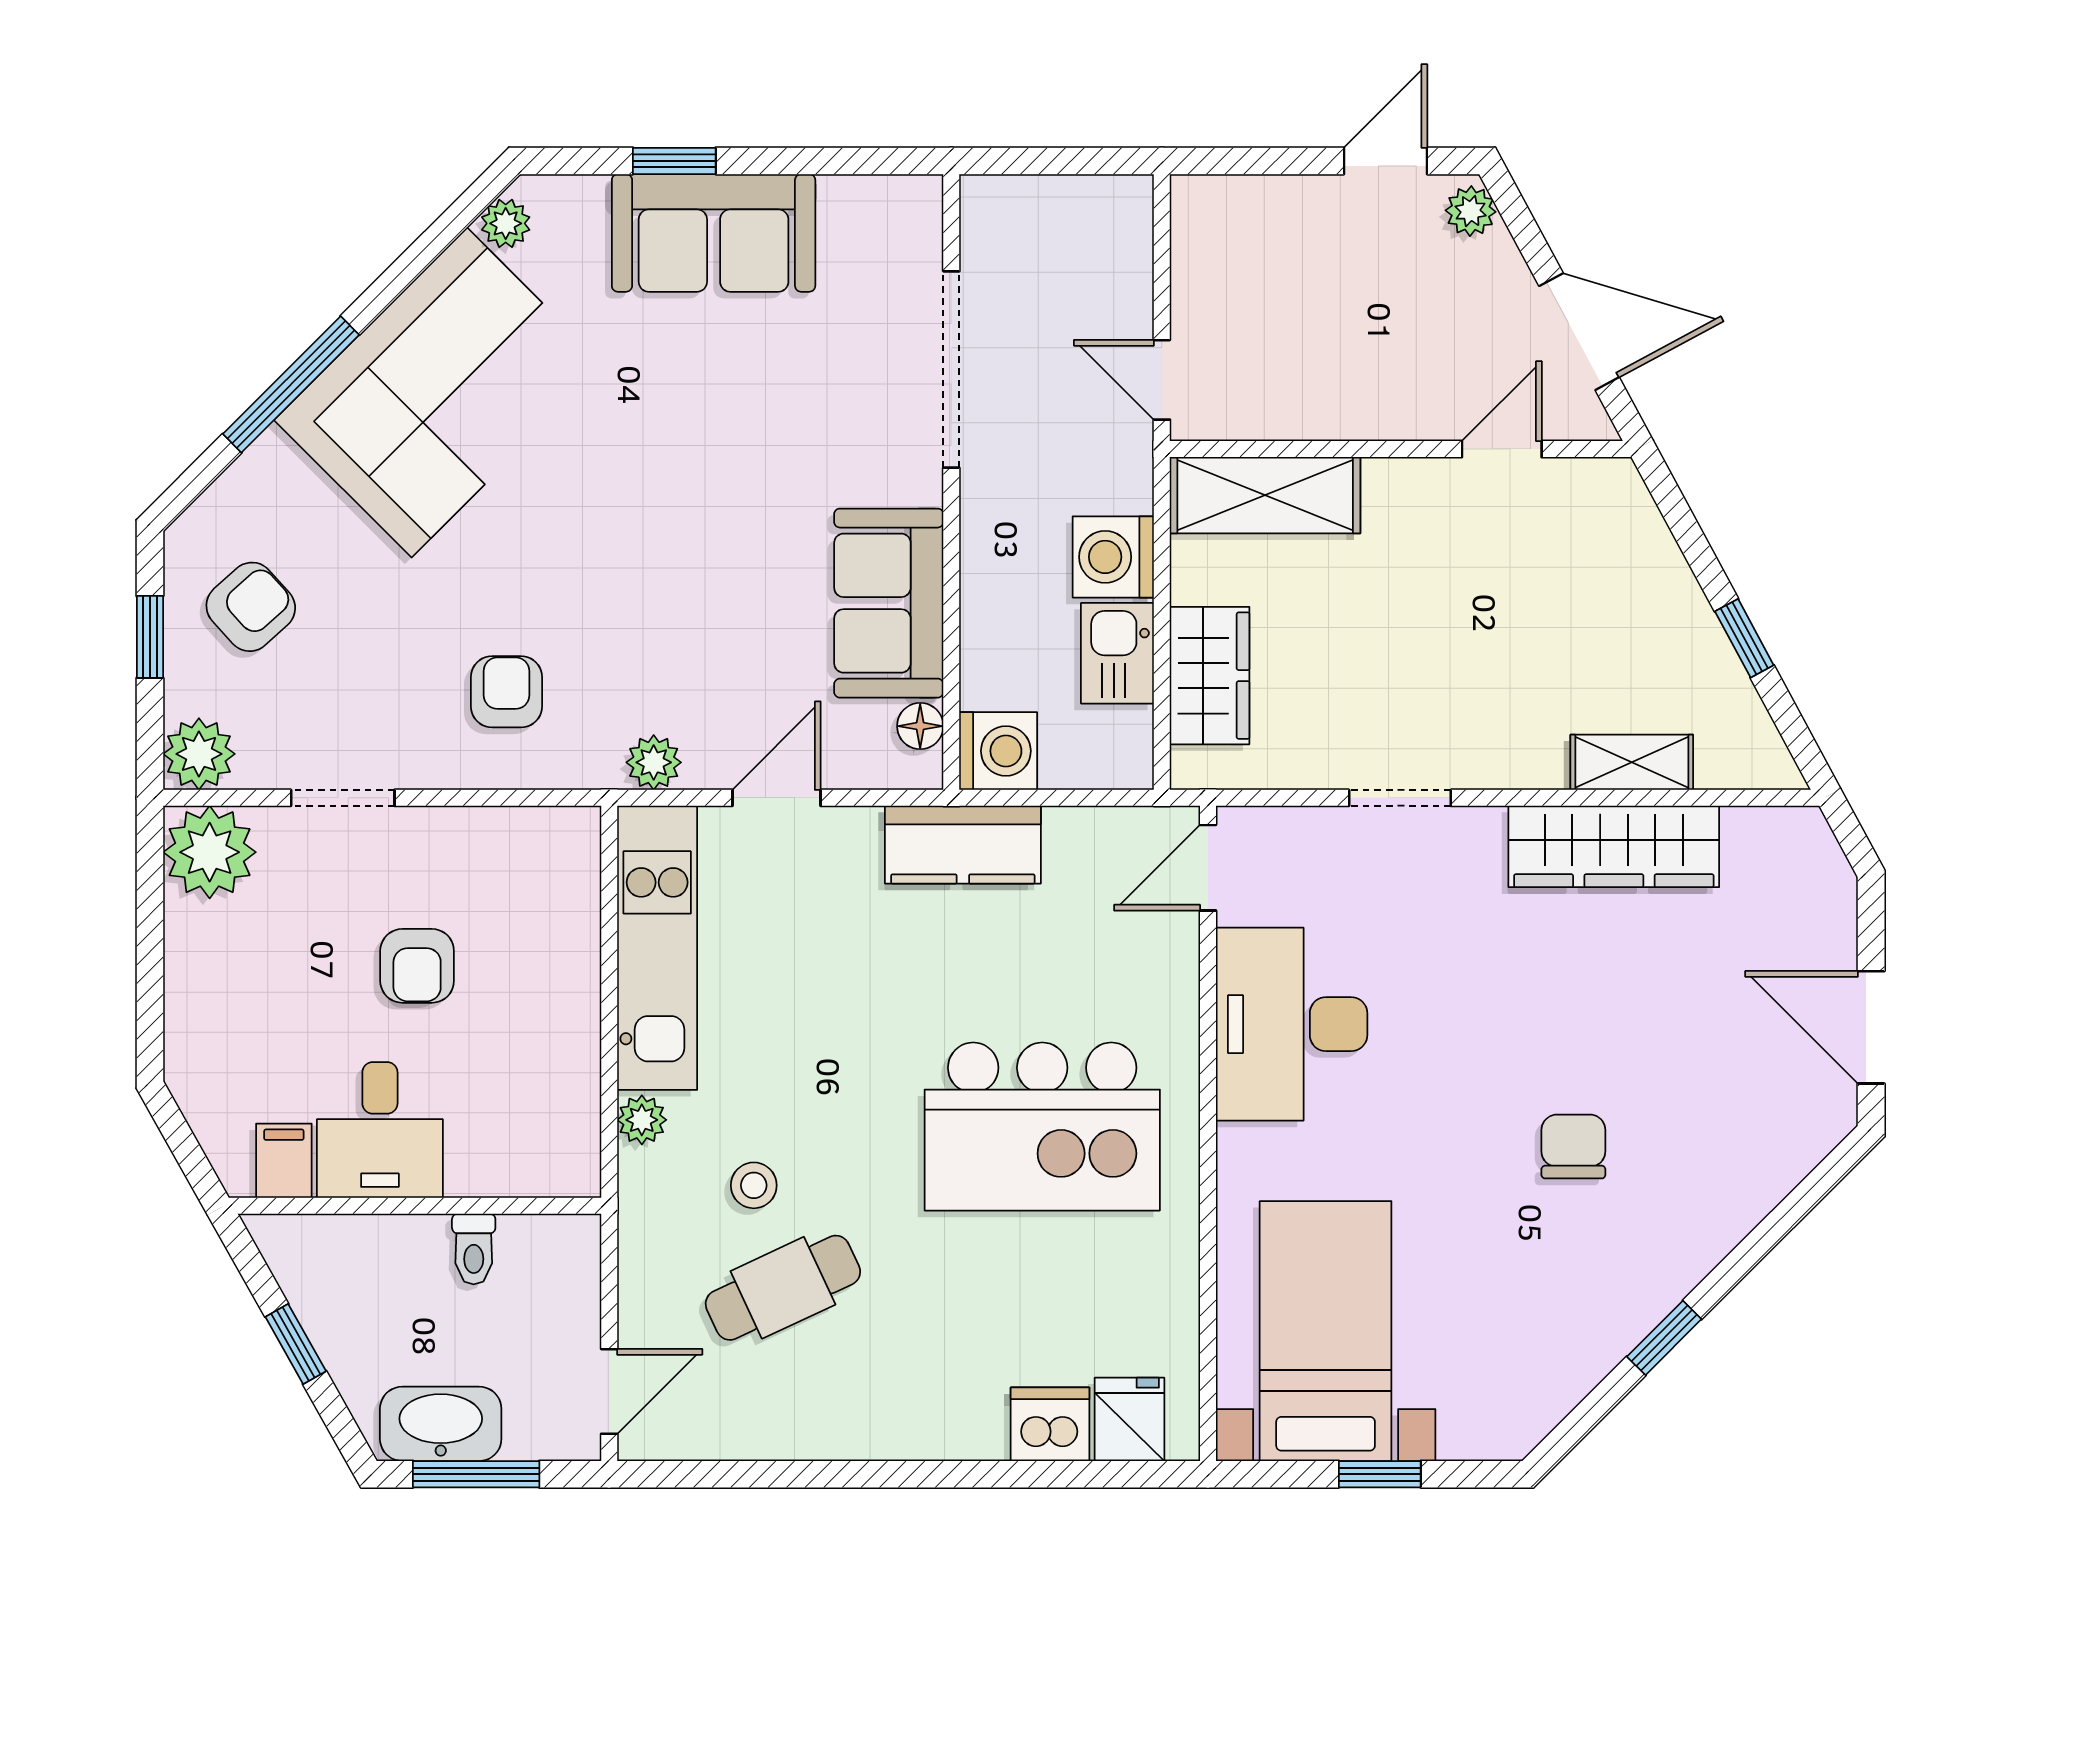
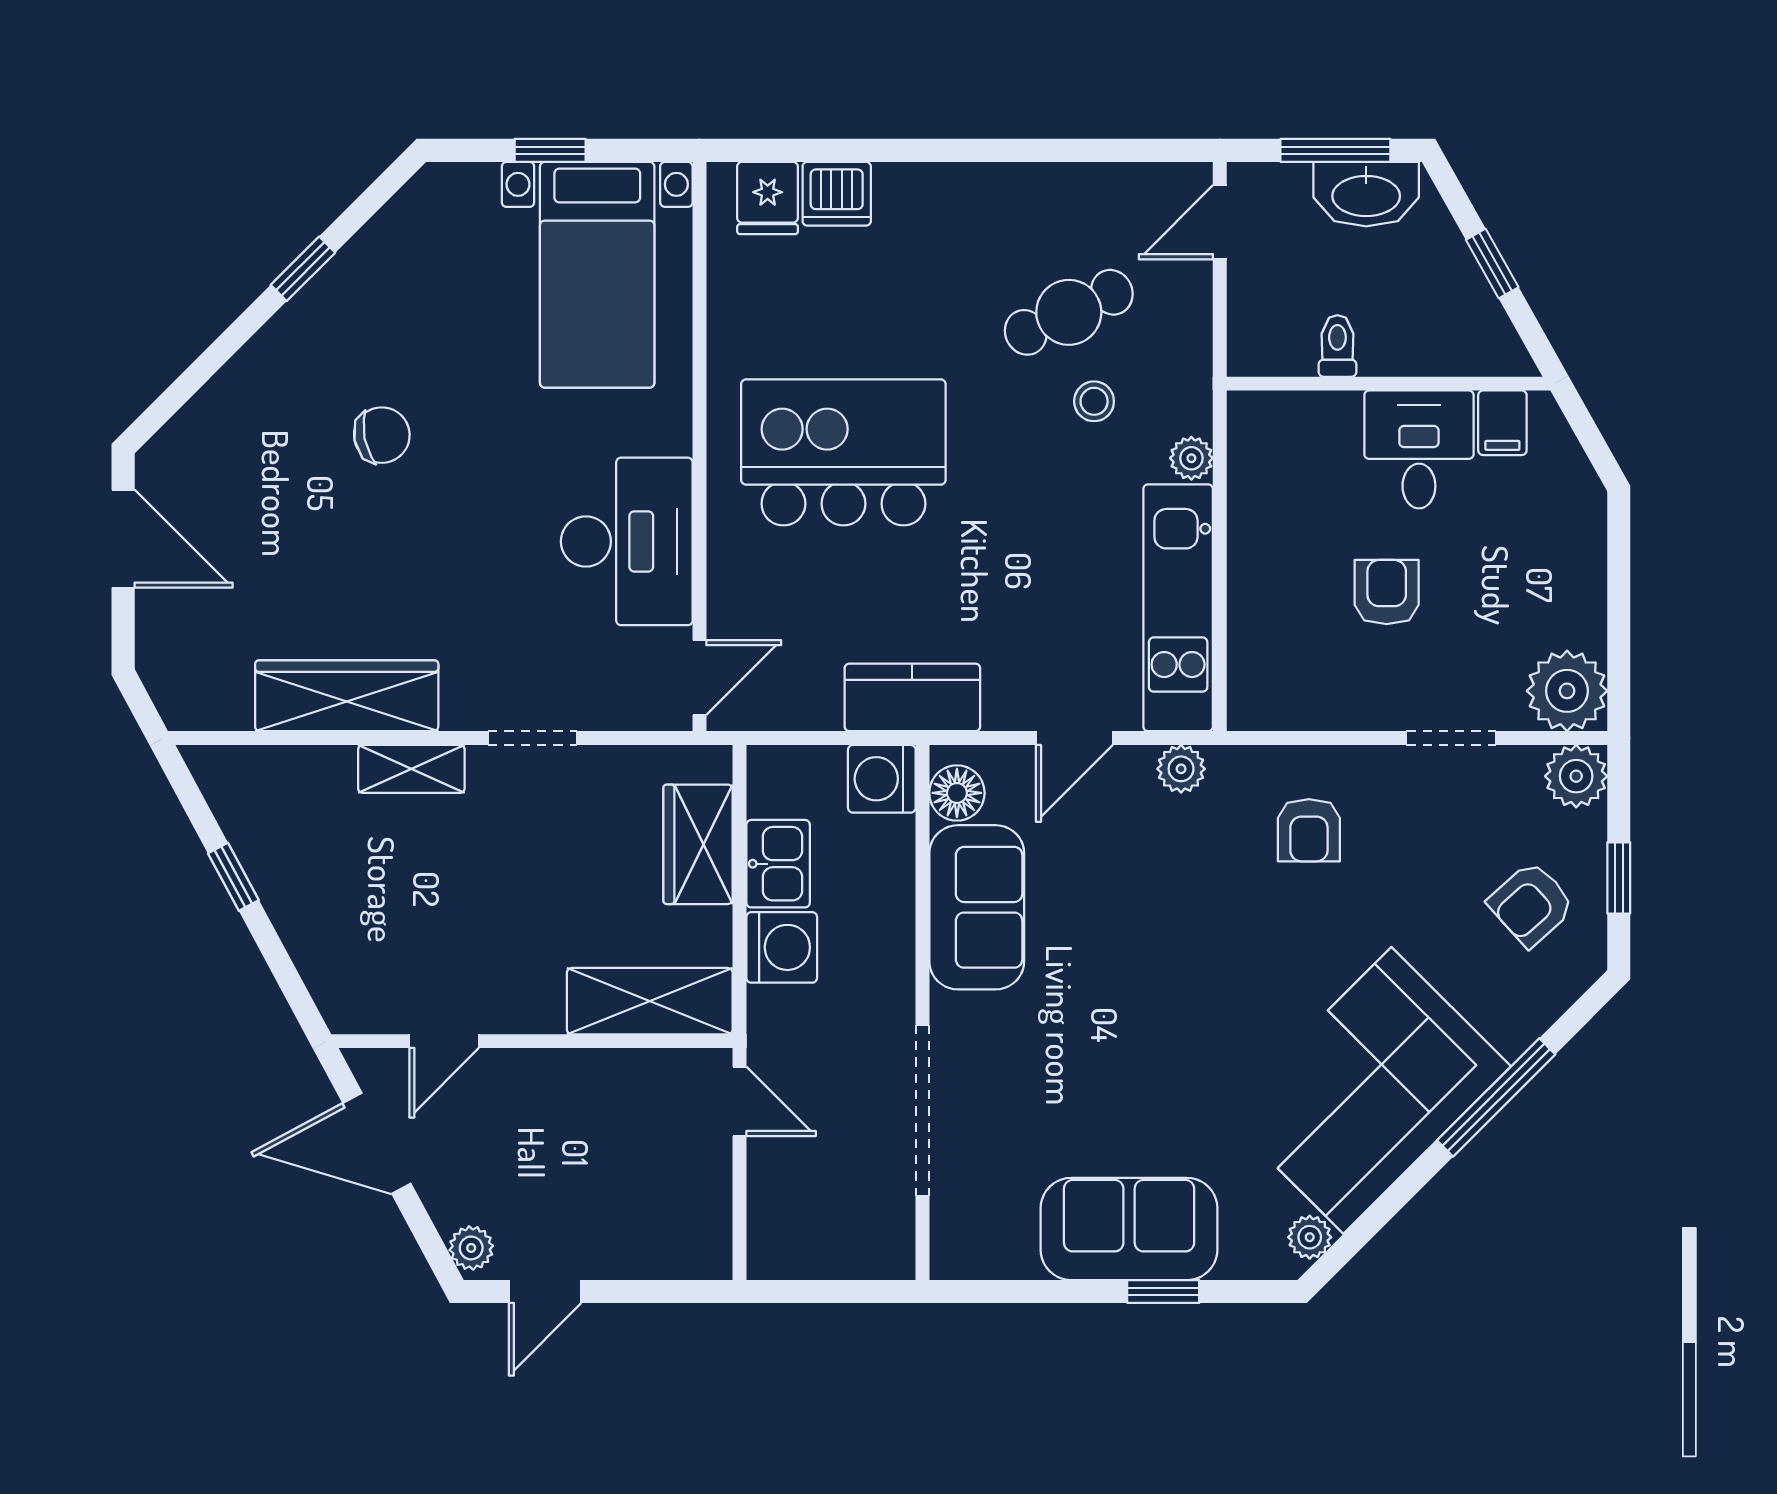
floor lamp: (920, 726) -> (957, 793), width x1.37, depth x1.37
shelving: (1632, 762) -> (411, 769), moved
chair: (1573, 1146) -> (382, 435), turned -101

